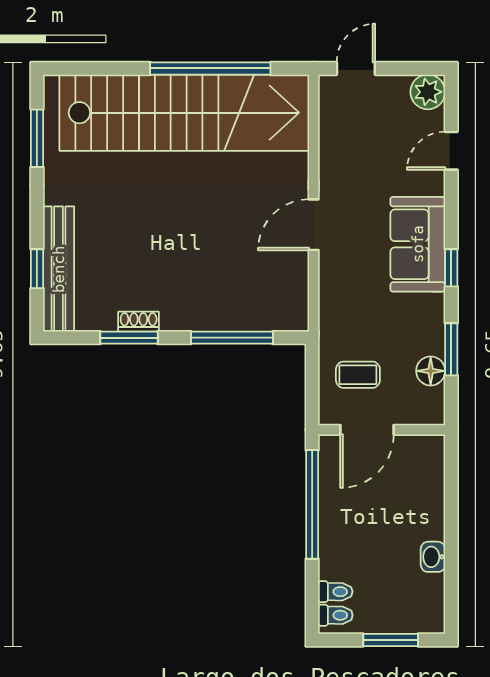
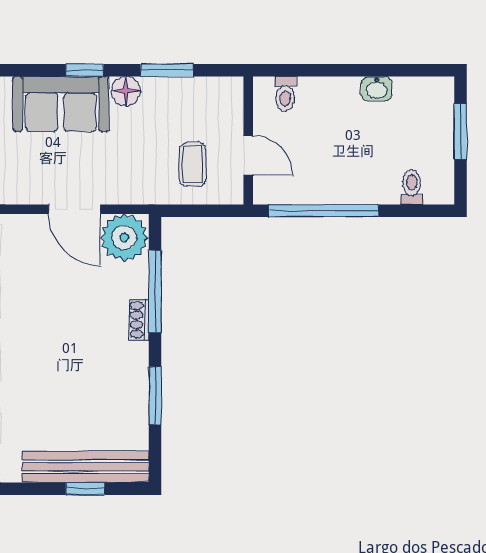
door: (314, 225) -> (74, 209), moved
plant: (286, 307) -> (124, 237), added
shoe rack: (139, 322) -> (139, 320), moved
floor lamp: (431, 371) -> (126, 91), moved
door: (367, 430) -> (248, 155), width x0.73
toilet: (335, 615) -> (285, 94), moved, turned 180

